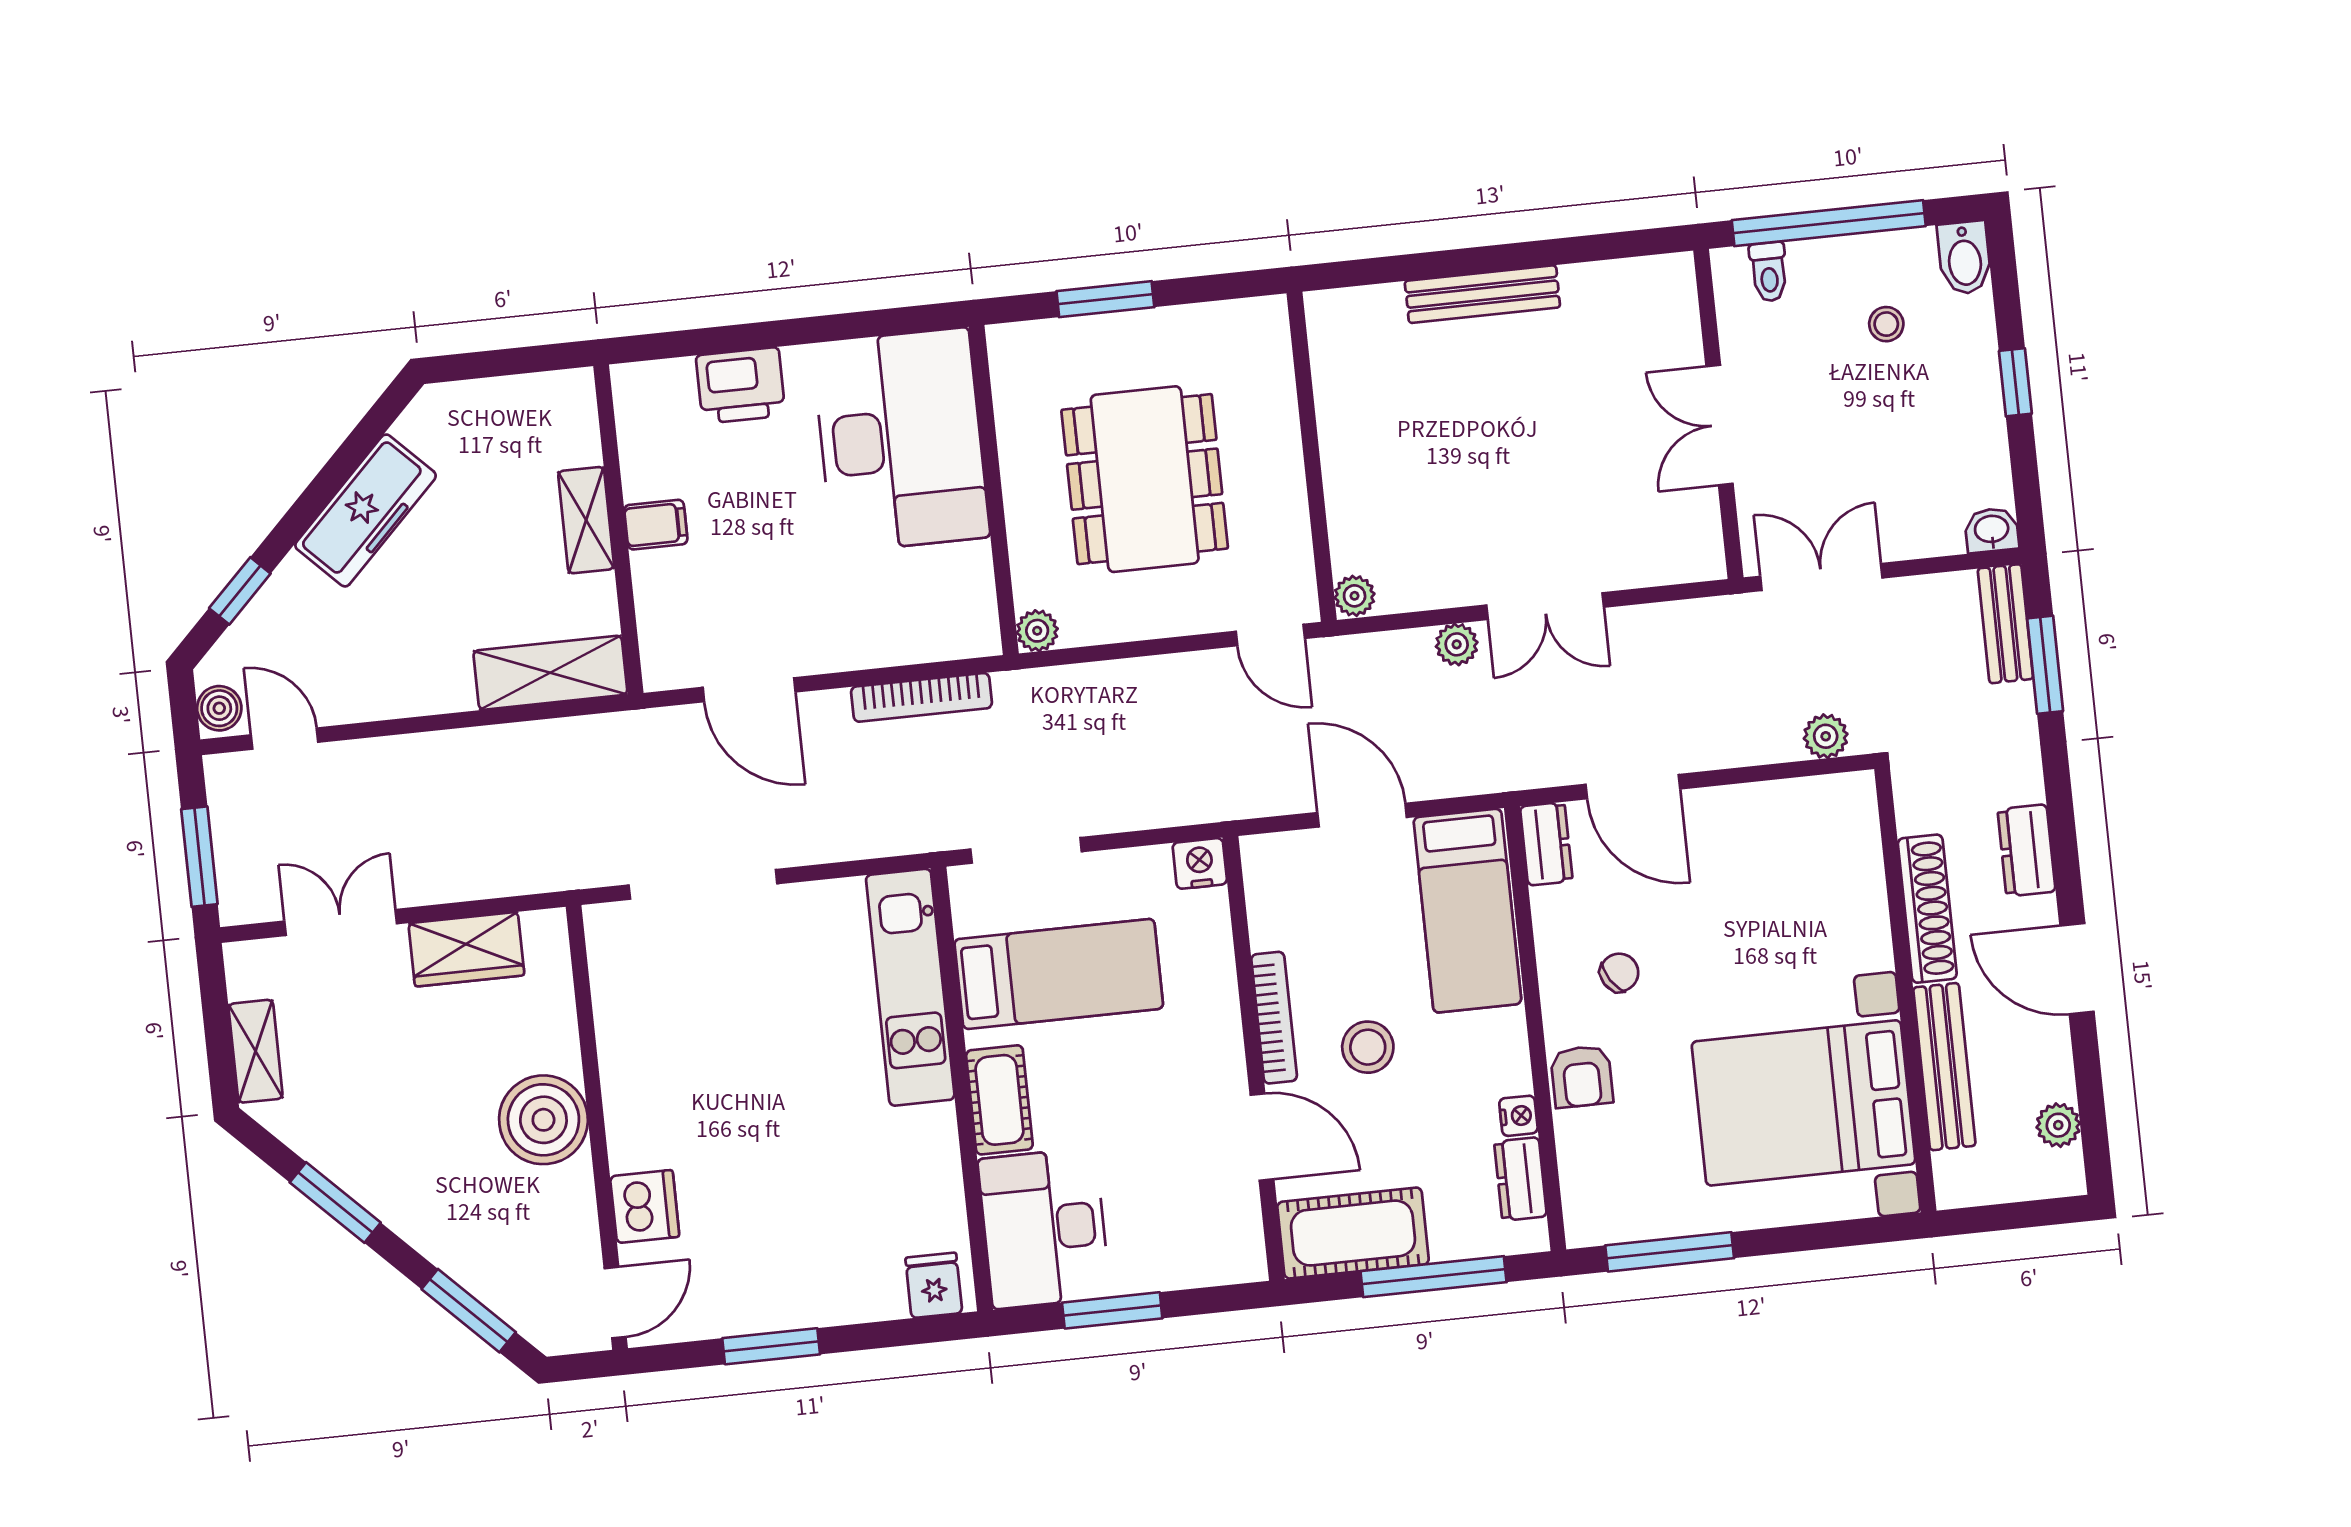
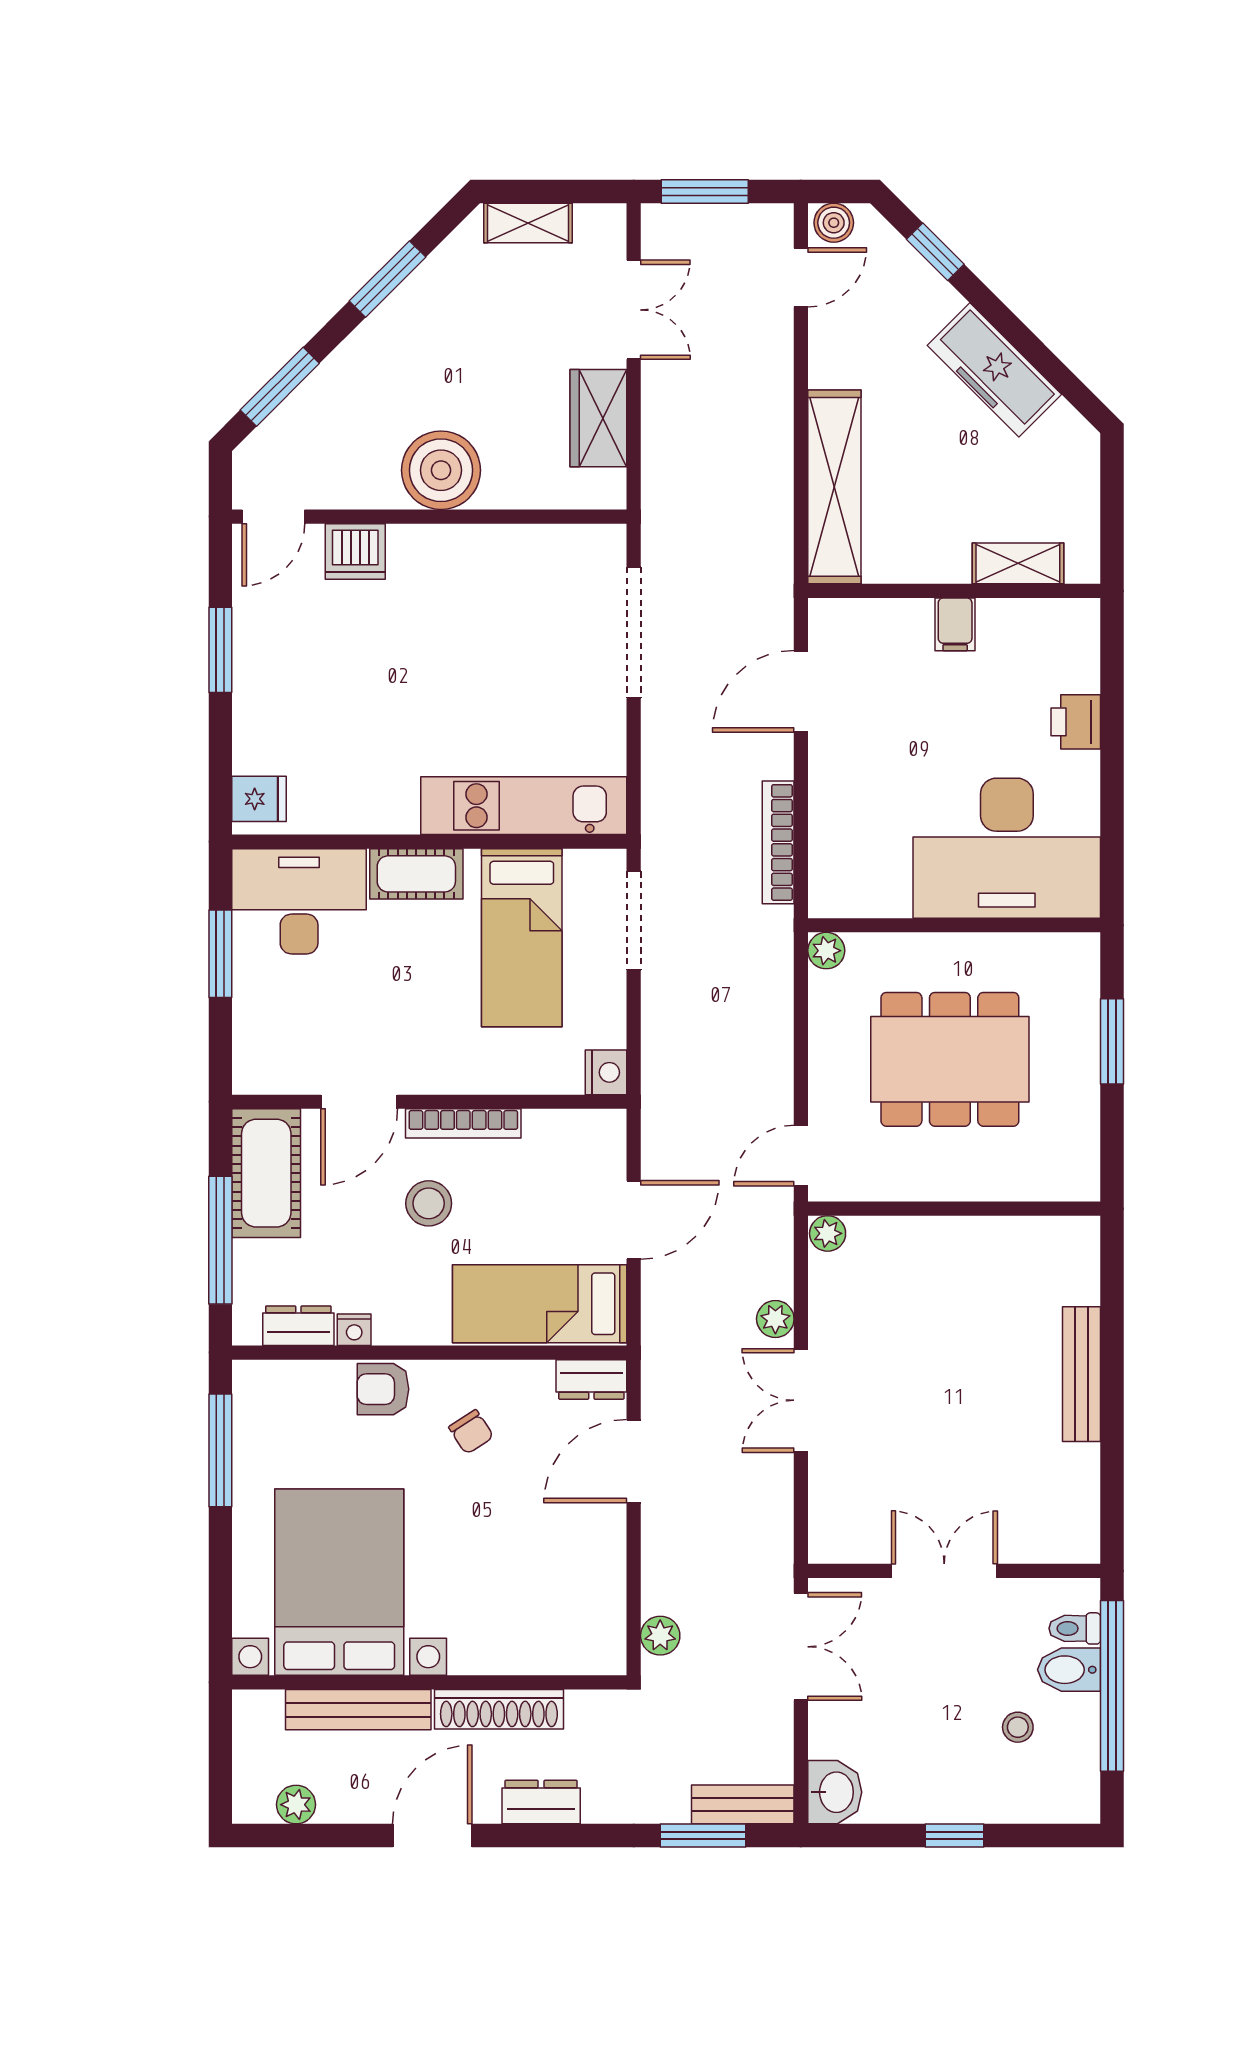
bidet: (1964, 258) -> (1069, 1670), moved
printer: (741, 385) -> (1076, 722), width x0.73, depth x0.81
shelving: (586, 520) -> (1018, 563), moved
washbasin: (1992, 530) -> (835, 1792), width x1.38, depth x1.45
shelving: (550, 673) -> (834, 487), width x1.47
door: (615, 1303) -> (273, 517), hinge flipped

